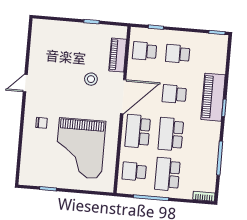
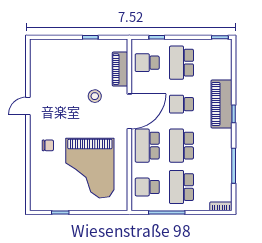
school desk: (178, 54) -> (181, 63), width x1.85

